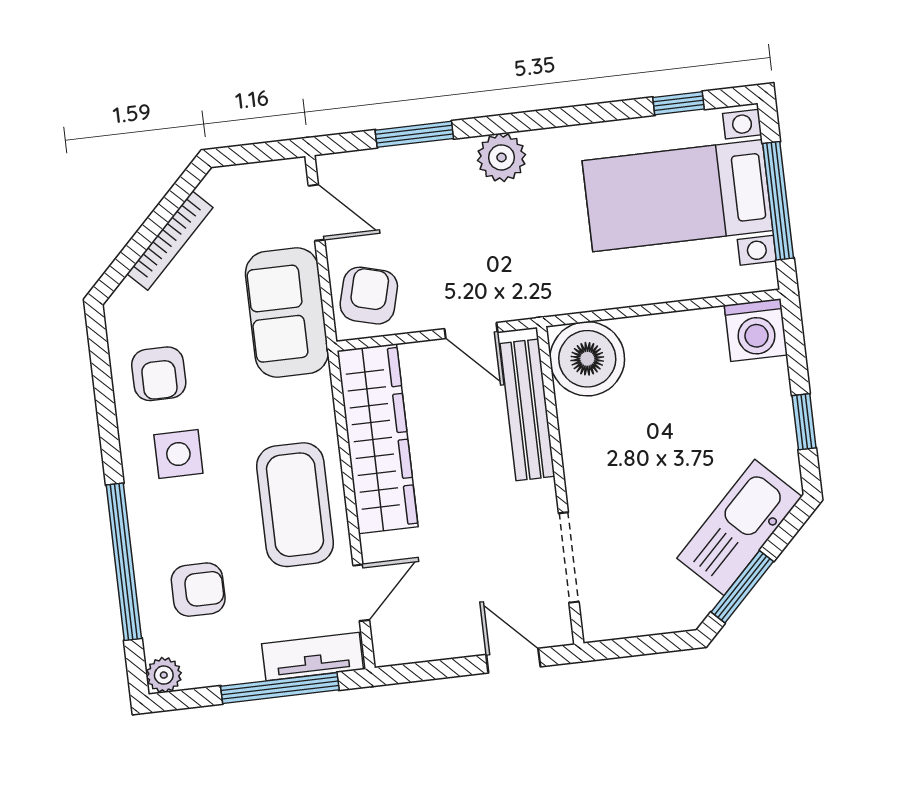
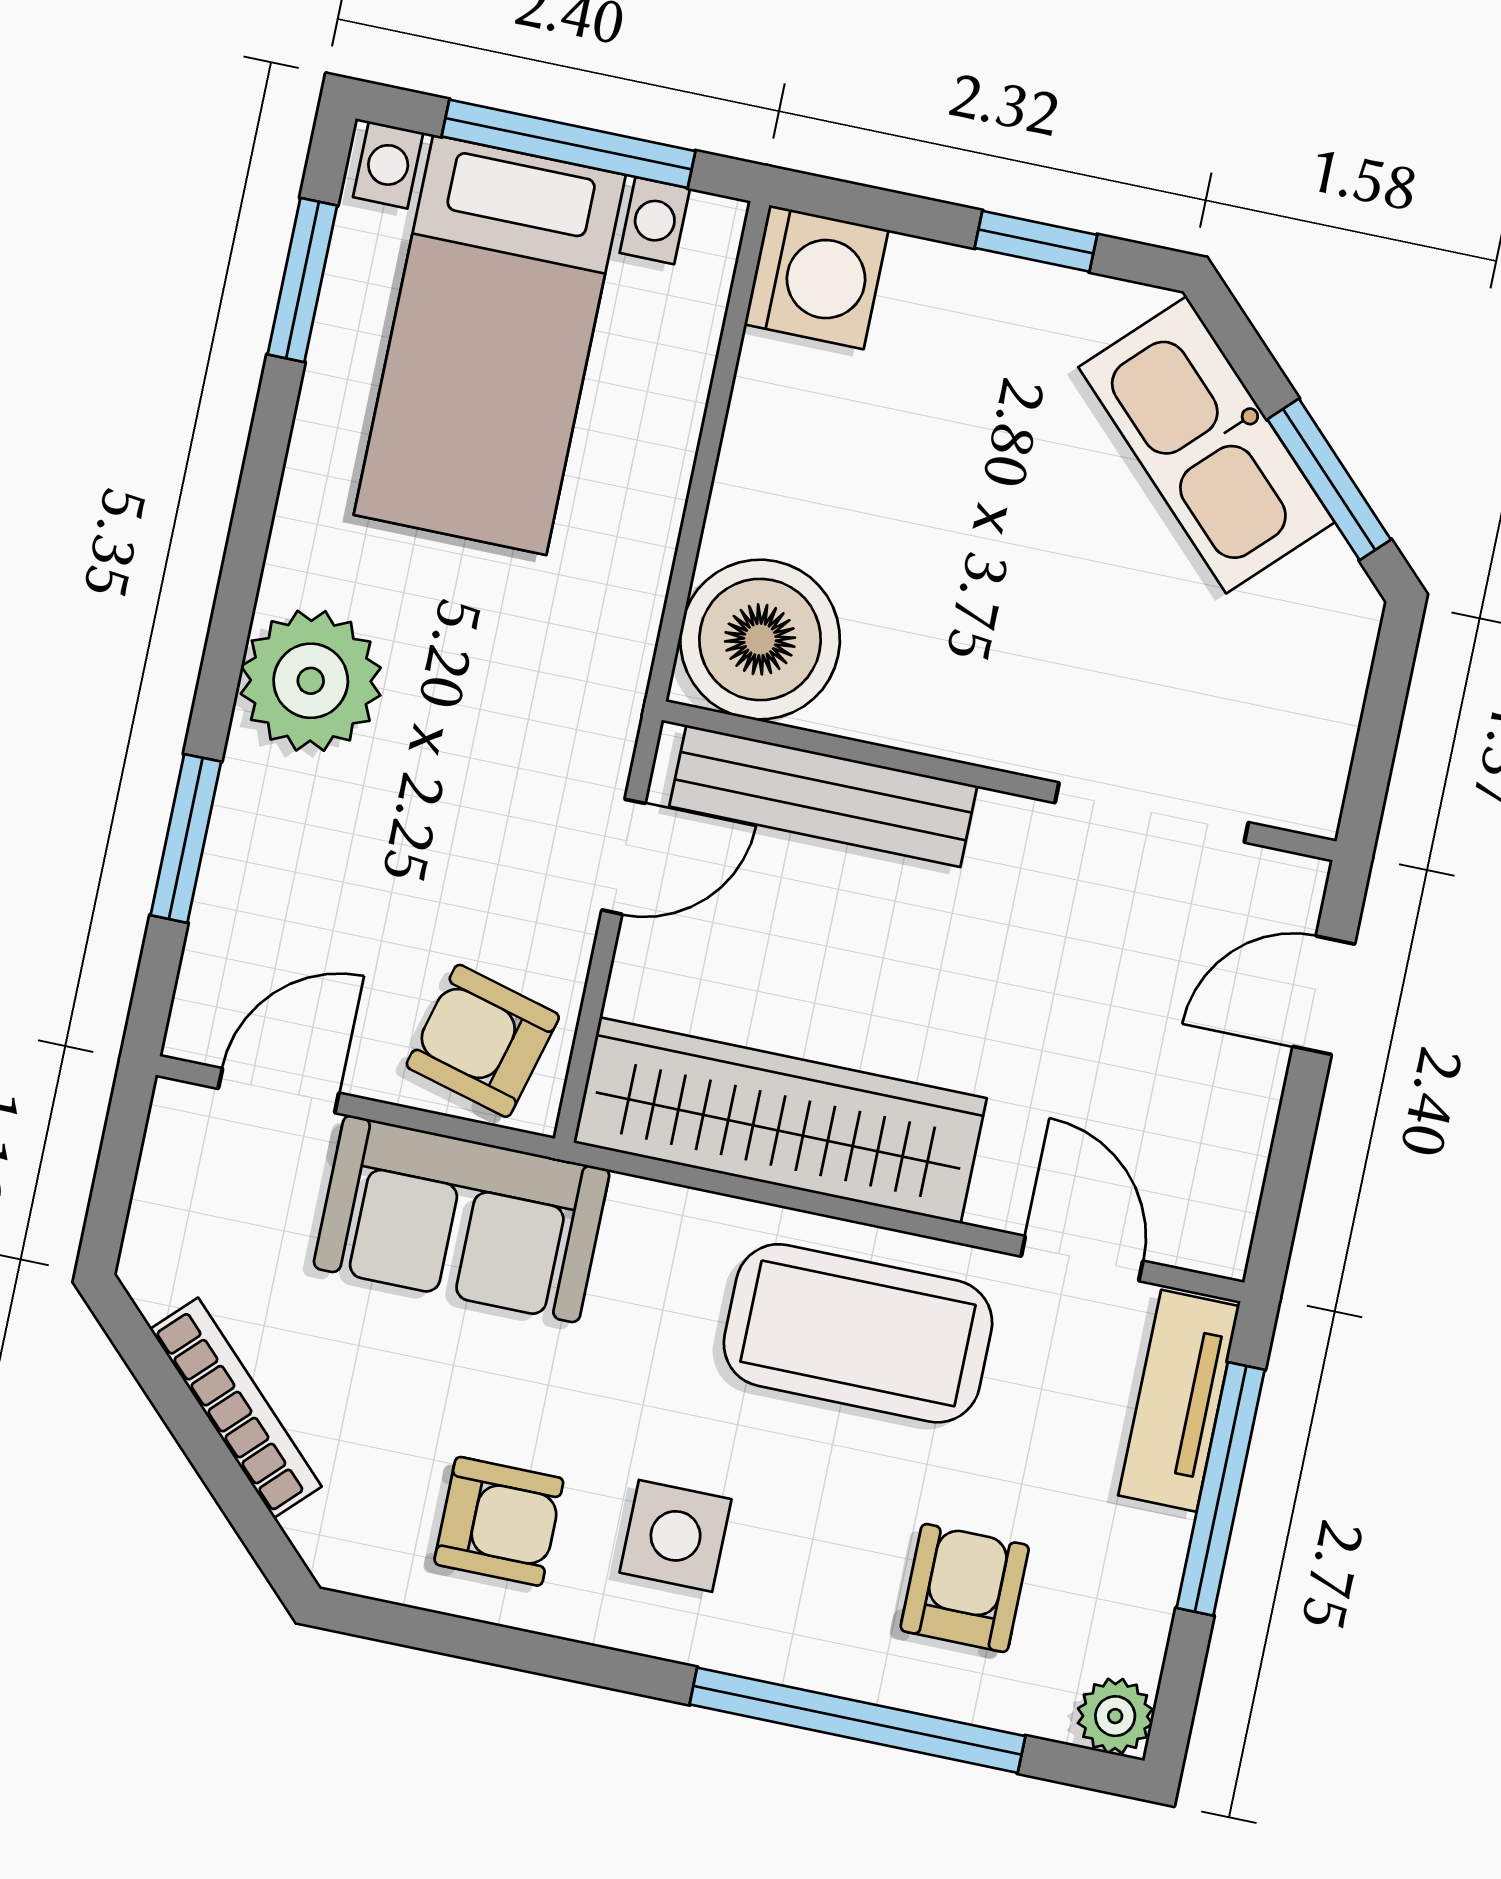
window: (678, 103) -> (302, 280), width x1.50
plant: (502, 157) -> (311, 681), width x1.36, depth x1.36

